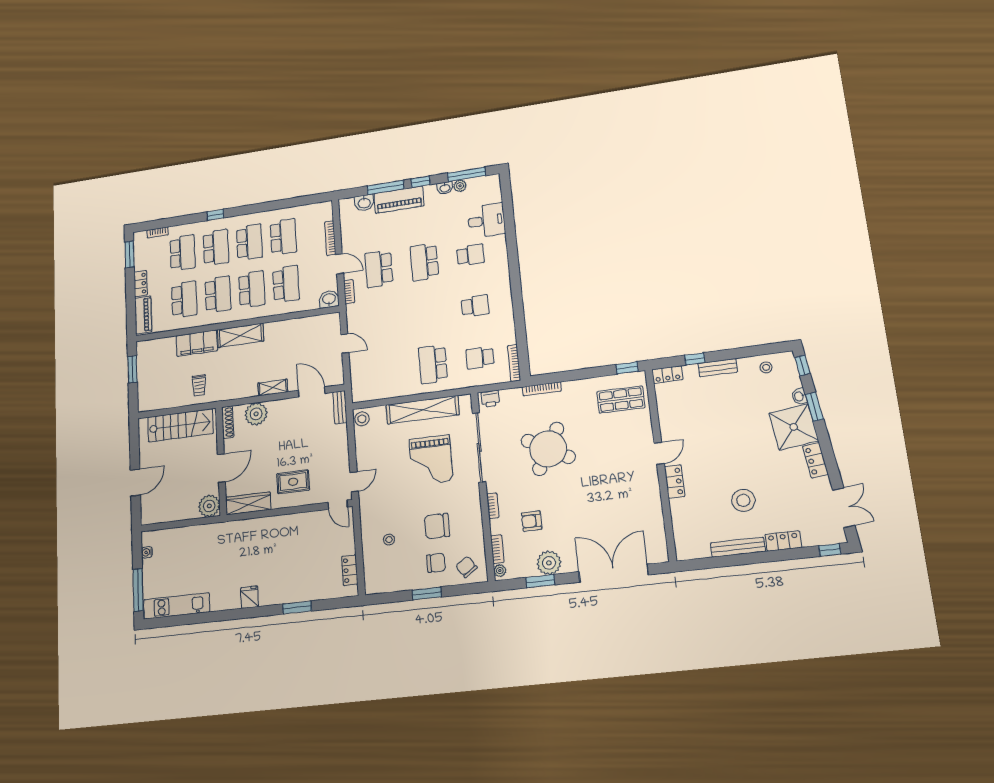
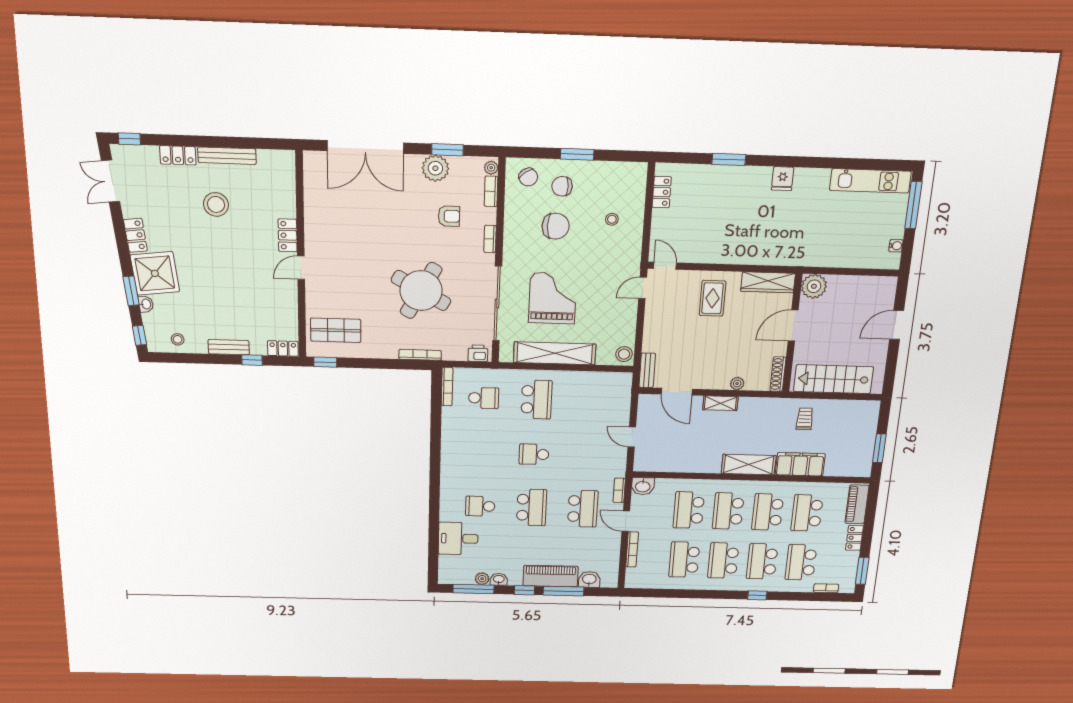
school desk: (475, 306) -> (534, 454), moved
plant: (256, 414) -> (737, 384), width x0.53, depth x0.53
rug: (293, 482) -> (713, 298), turned 90

